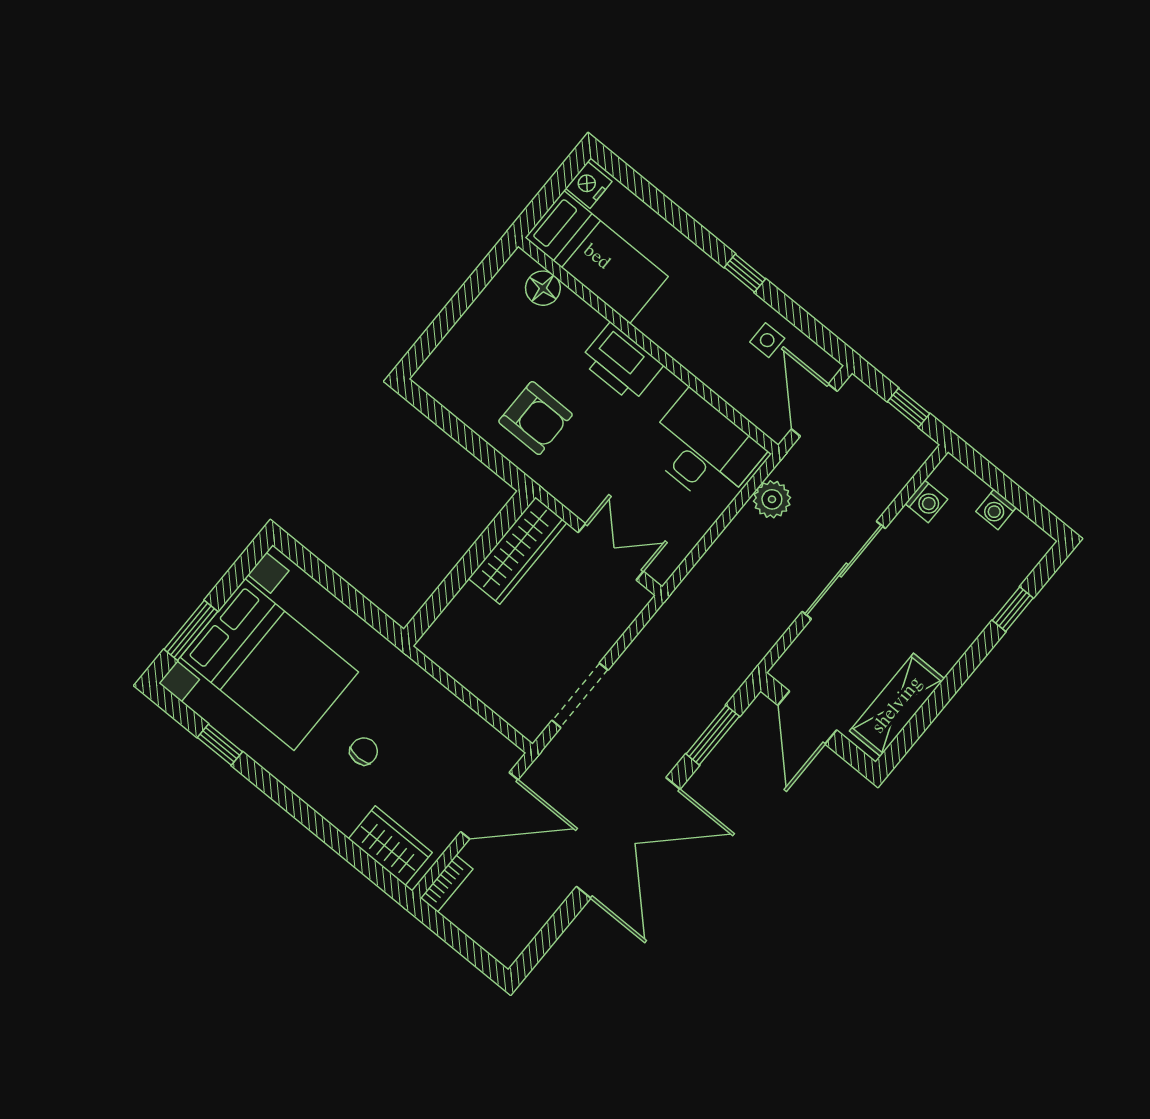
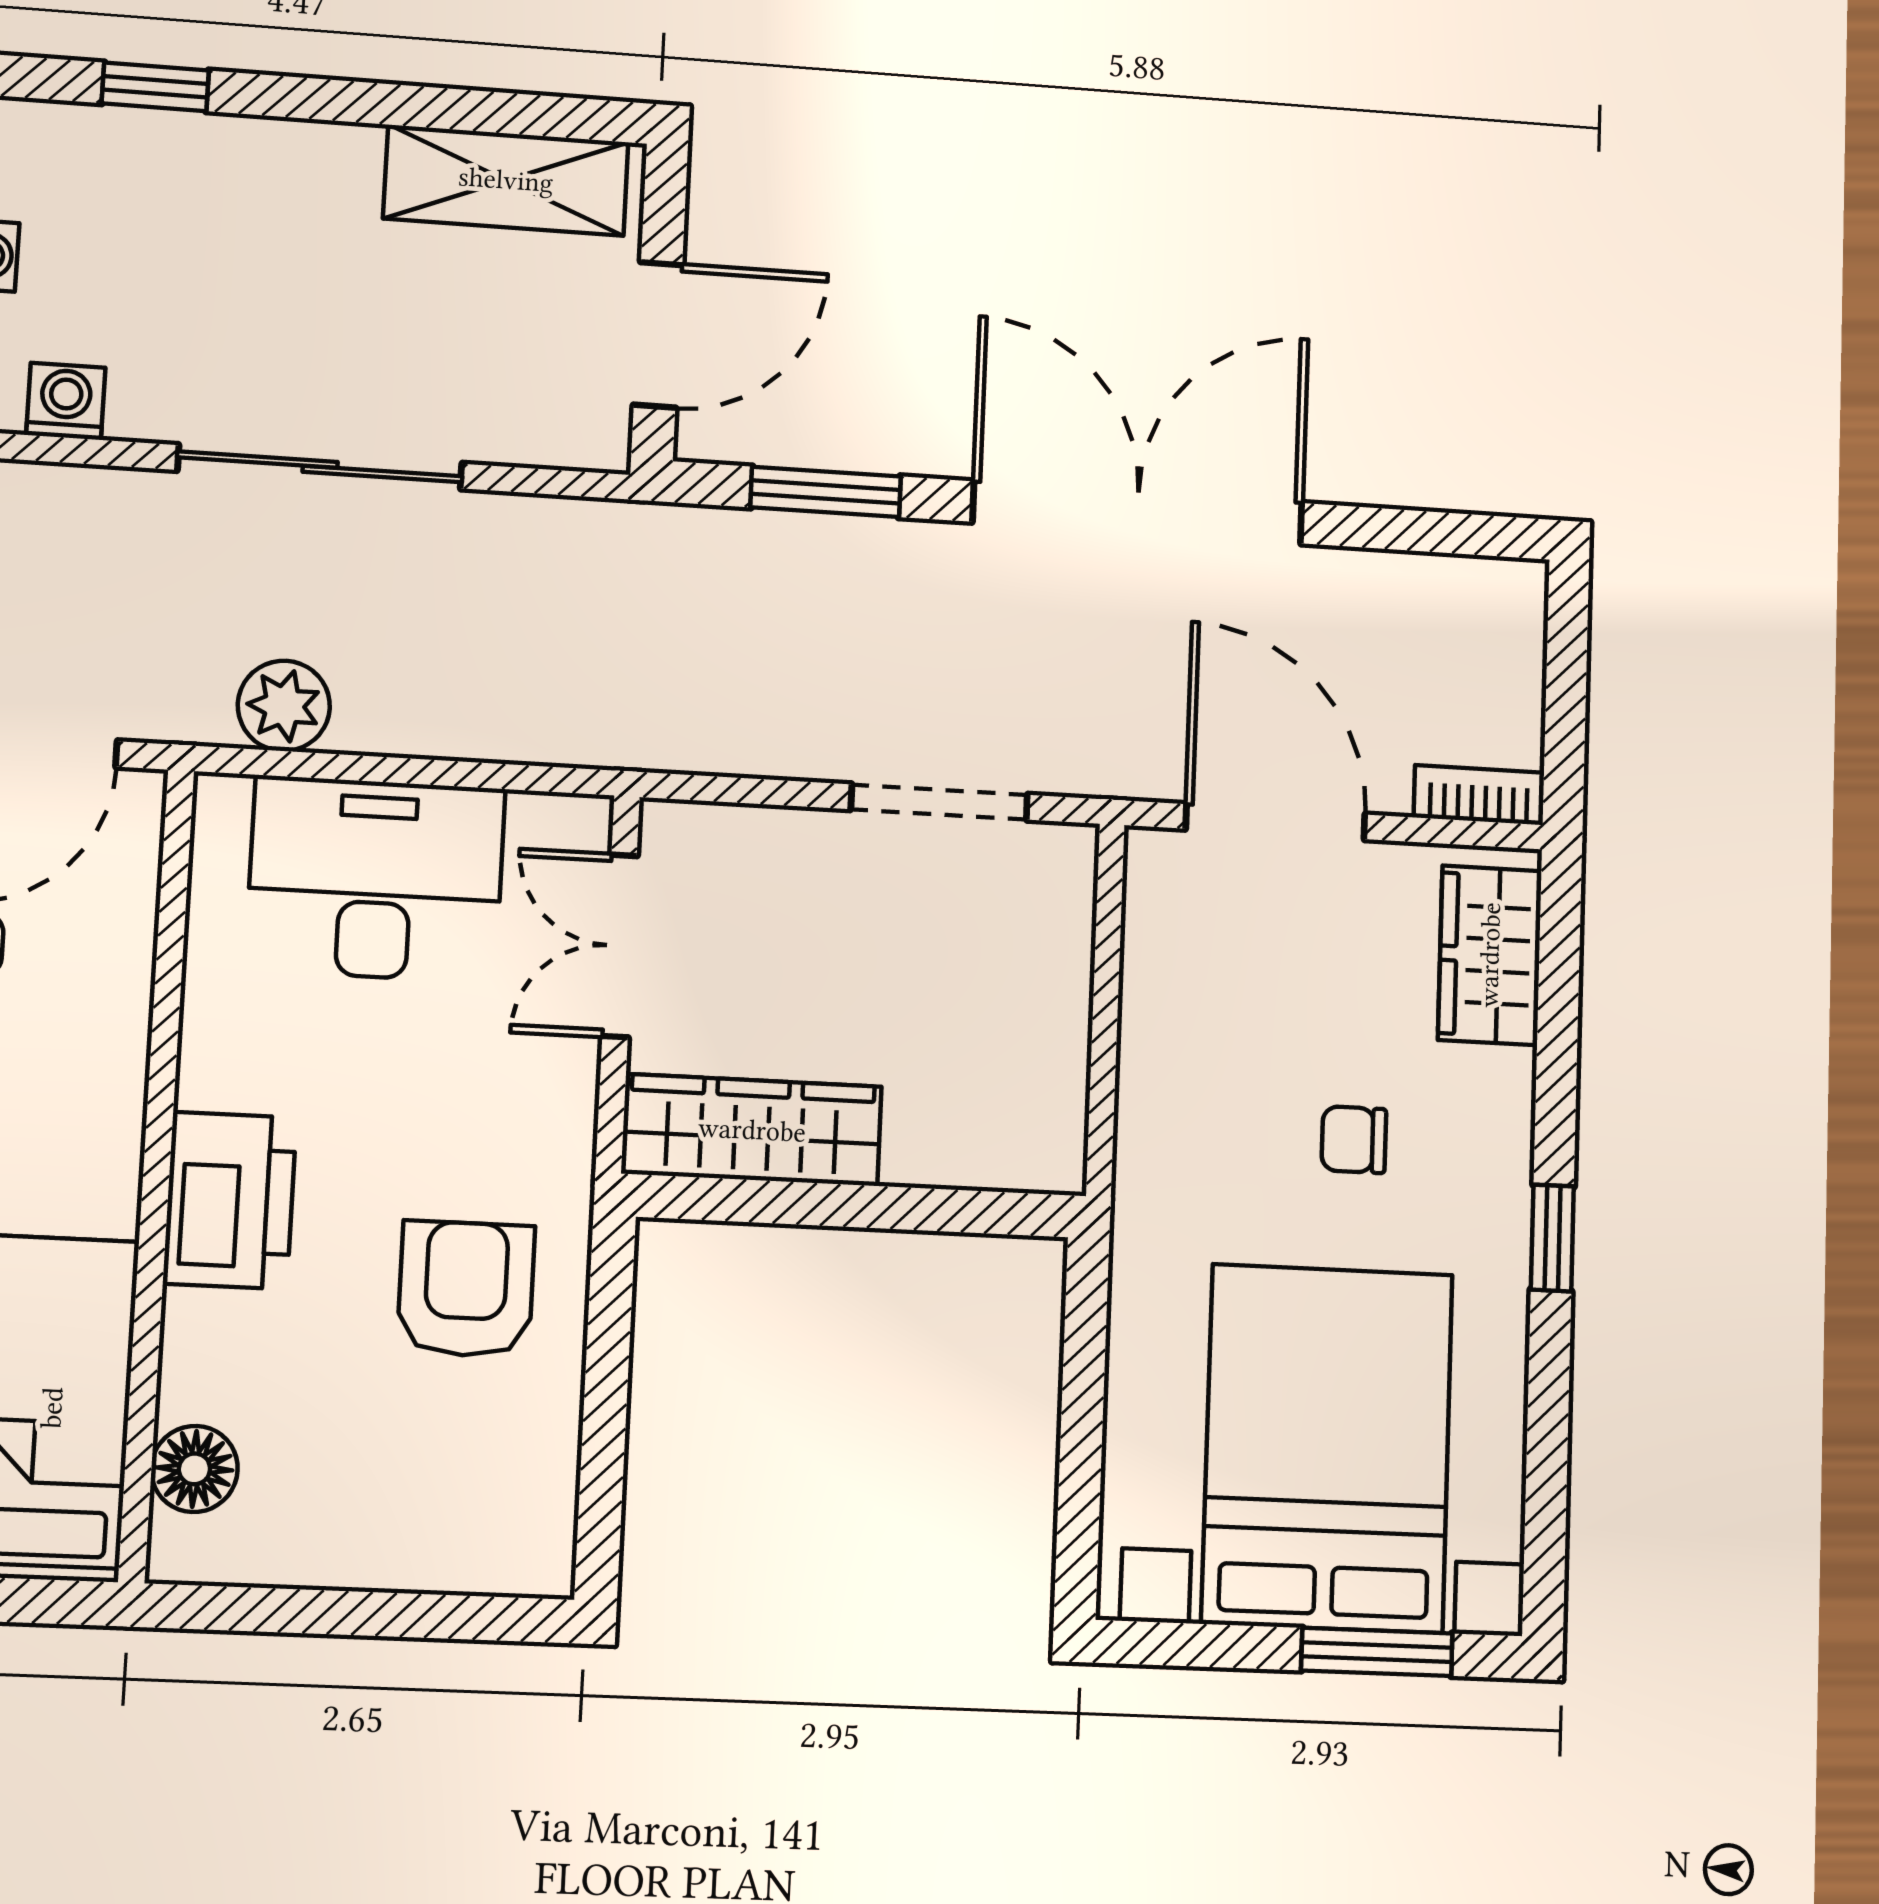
desk: (703, 450) -> (376, 879), moved, turned 90
window: (220, 745) -> (1552, 1238), moved

